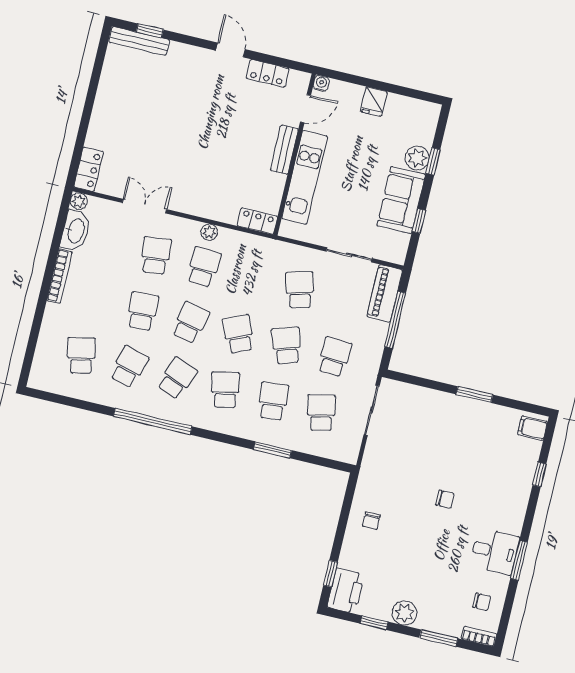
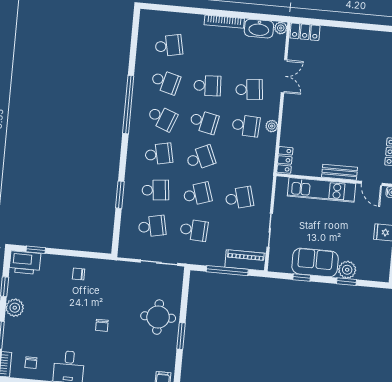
round table: (445, 422) -> (158, 317), added

